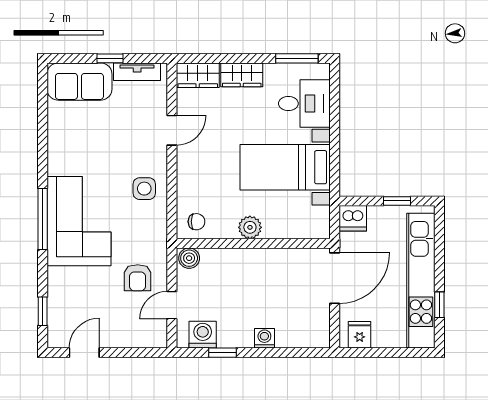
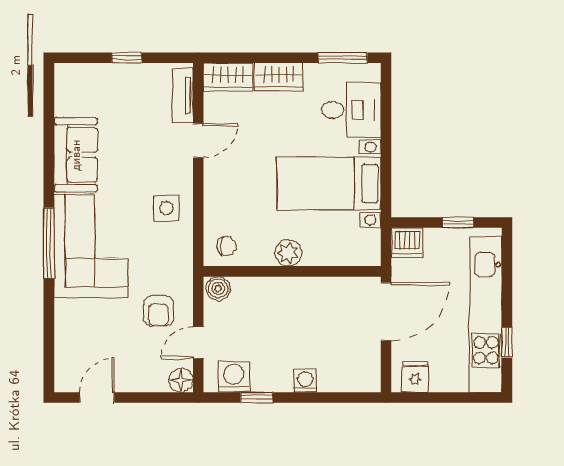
tv unit: (137, 72) -> (183, 95), moved, turned 90
sofa: (79, 82) -> (76, 155), moved, turned -90
window: (43, 311) -> (49, 350), removed
floor lamp: (157, 338) -> (181, 380), added

